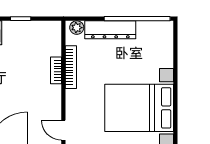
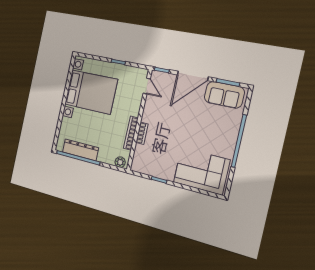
dresser: (110, 30) -> (80, 150), moved

